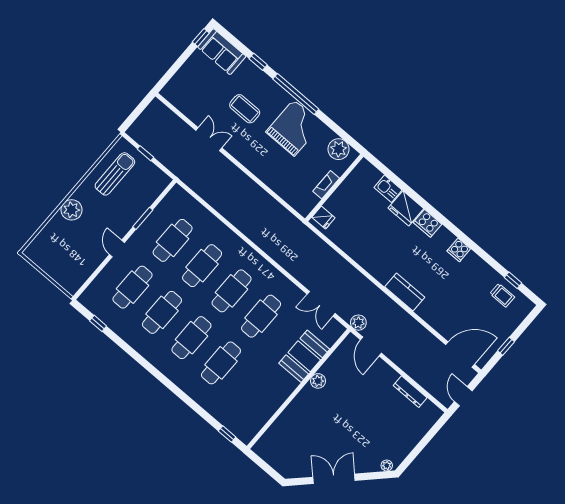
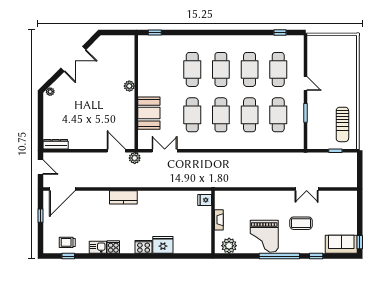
kitchen sink: (388, 189) -> (98, 247), moved
plant: (72, 210) -> (349, 83), removed
plant: (318, 381) -> (129, 86), moved
dresser: (410, 392) -> (56, 144), moved

